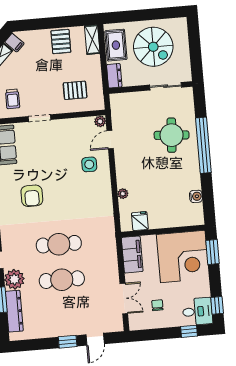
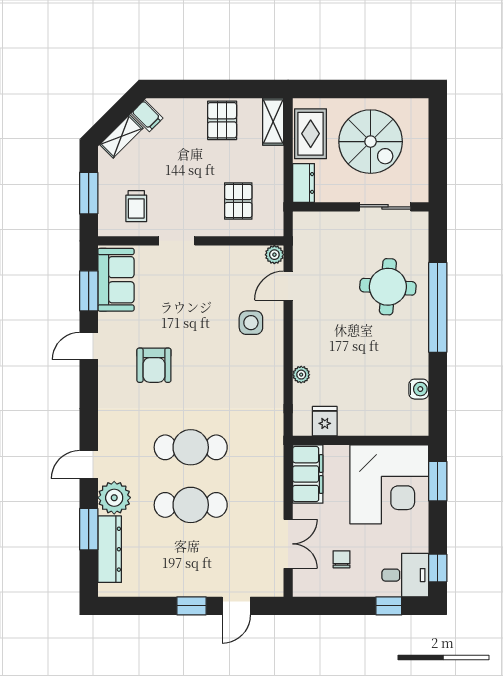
pallet: (75, 90) -> (238, 201), turned 90

